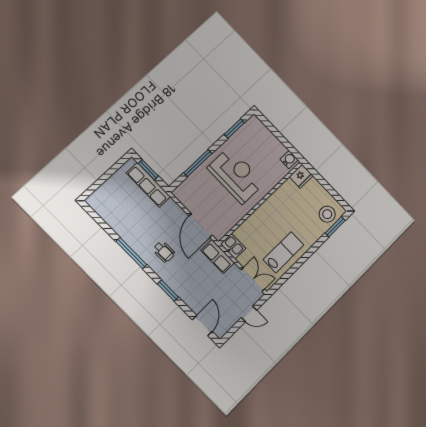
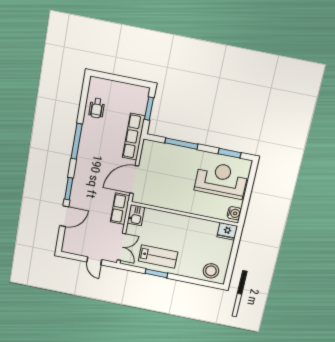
reception desk: (236, 175) -> (221, 180), moved, turned -90
row of seats: (148, 185) -> (134, 137), moved
window: (335, 227) -> (156, 273), moved
wheelchair: (164, 252) -> (97, 108), moved
door: (202, 326) -> (64, 216), moved

